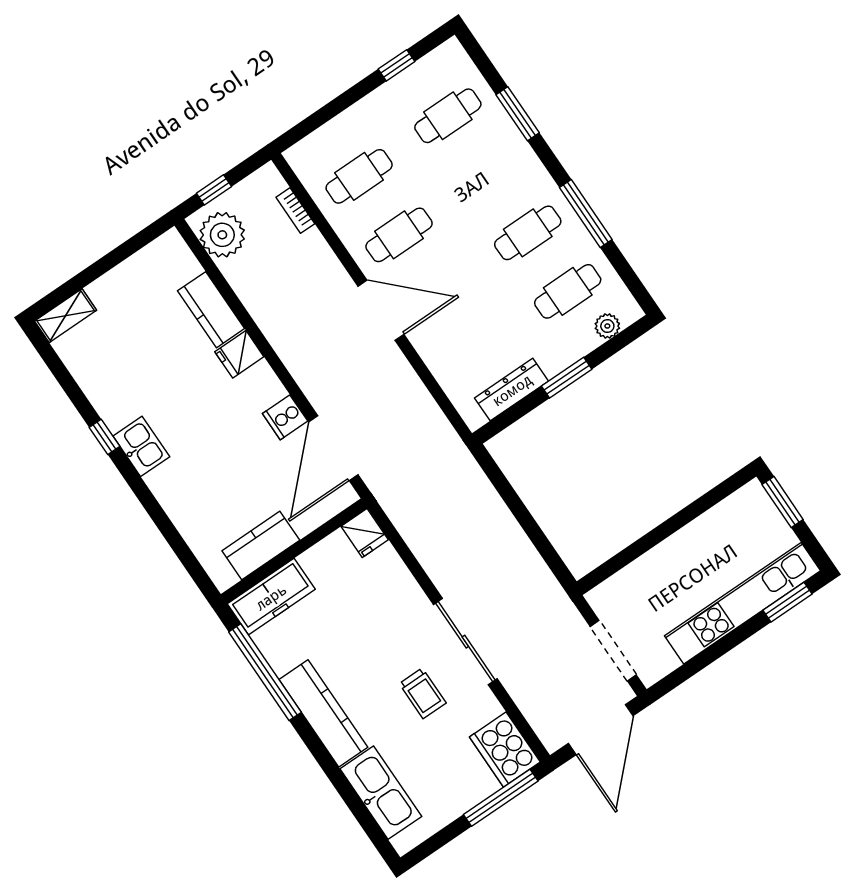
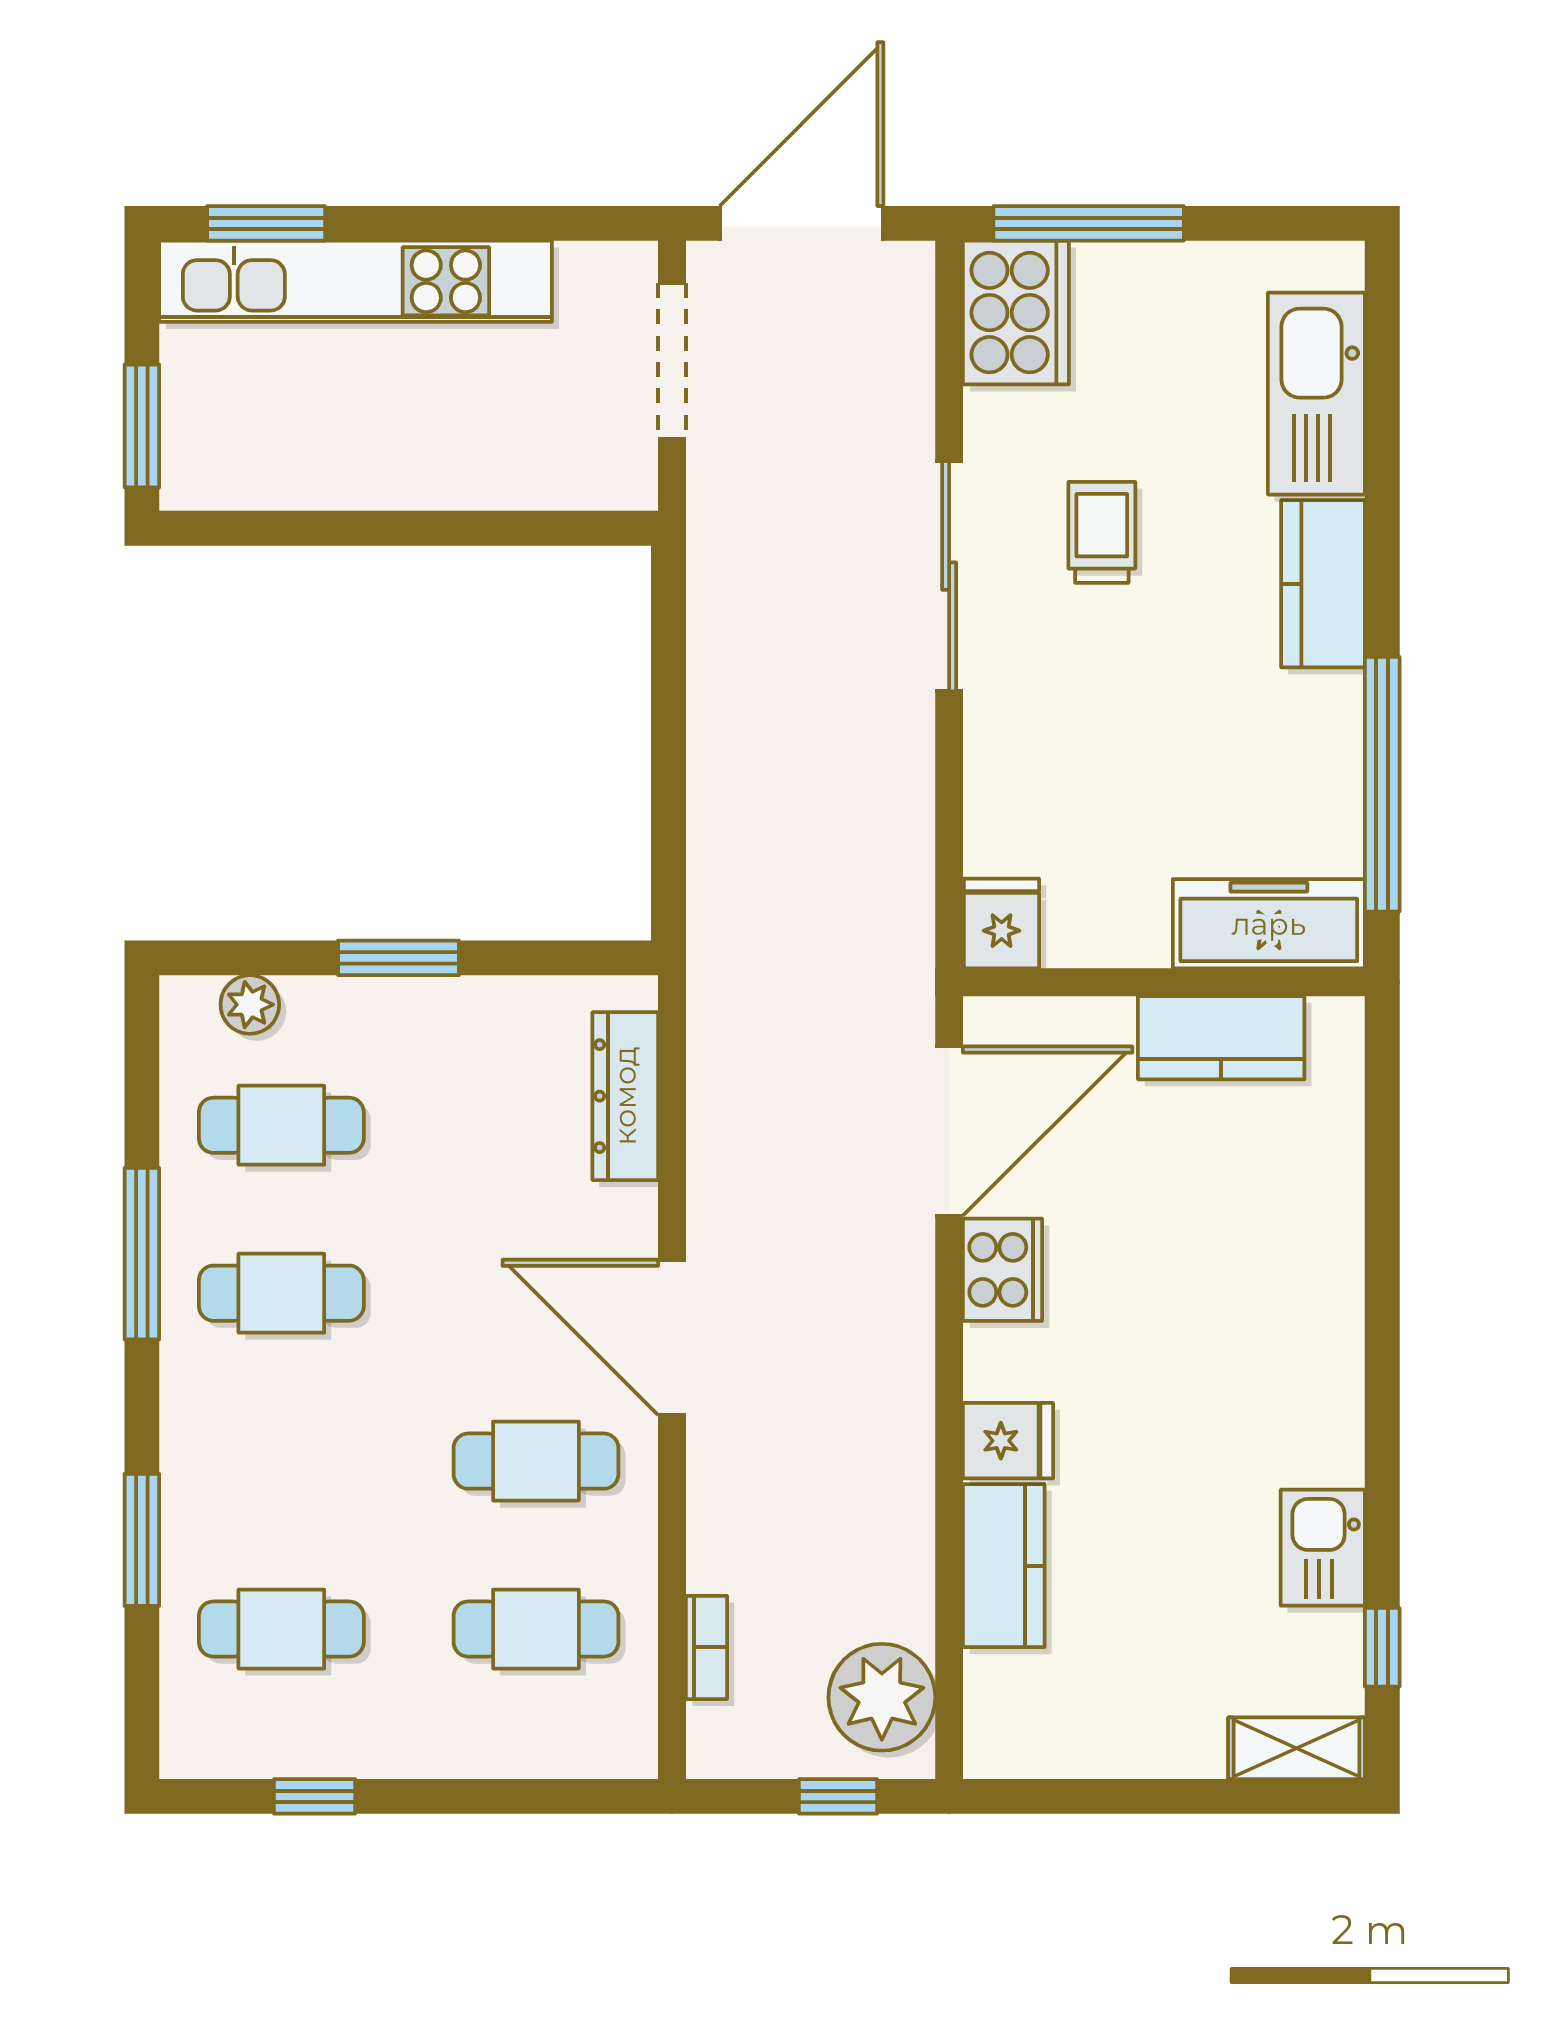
dresser: (512, 390) -> (625, 1096), moved, turned 90
cooker: (285, 417) -> (1003, 1270), width x1.36
window: (105, 437) -> (1382, 1647), moved
kitchen sink: (141, 446) -> (1323, 1548), moved
kitchen counter: (323, 713) -> (1323, 584), width x0.67

